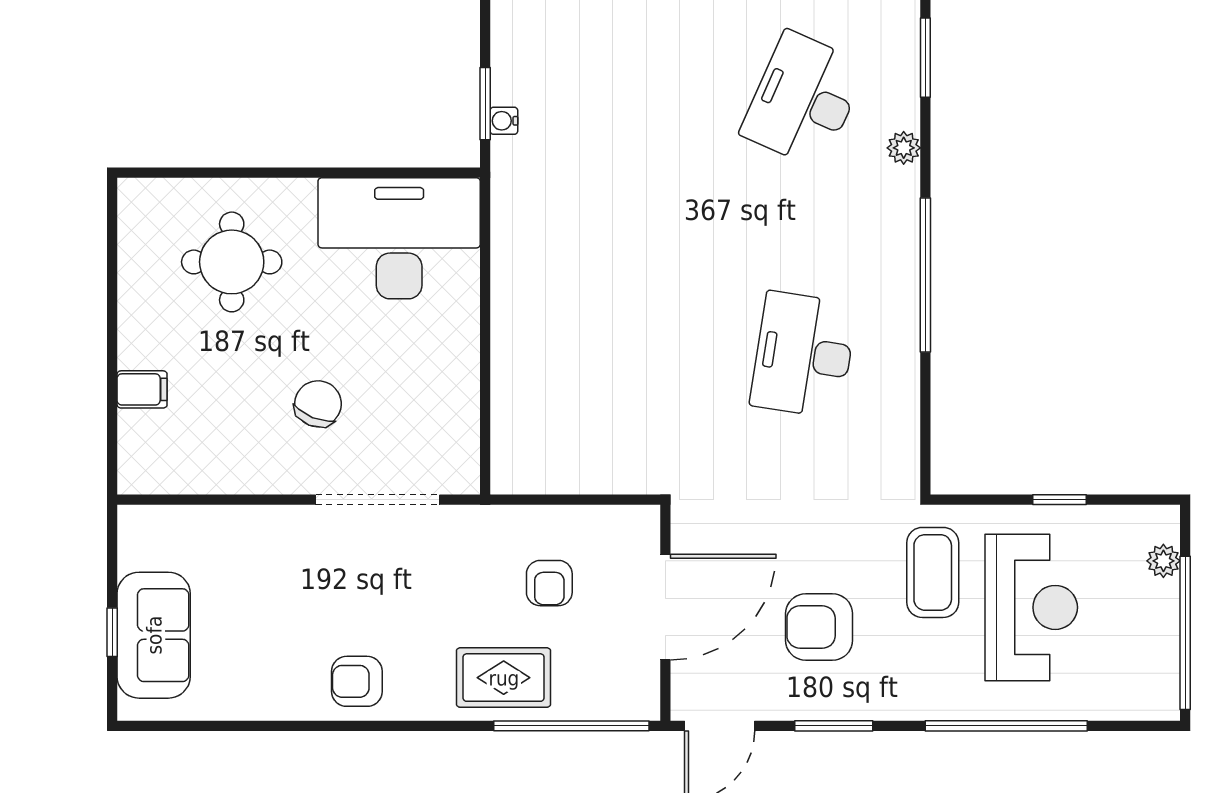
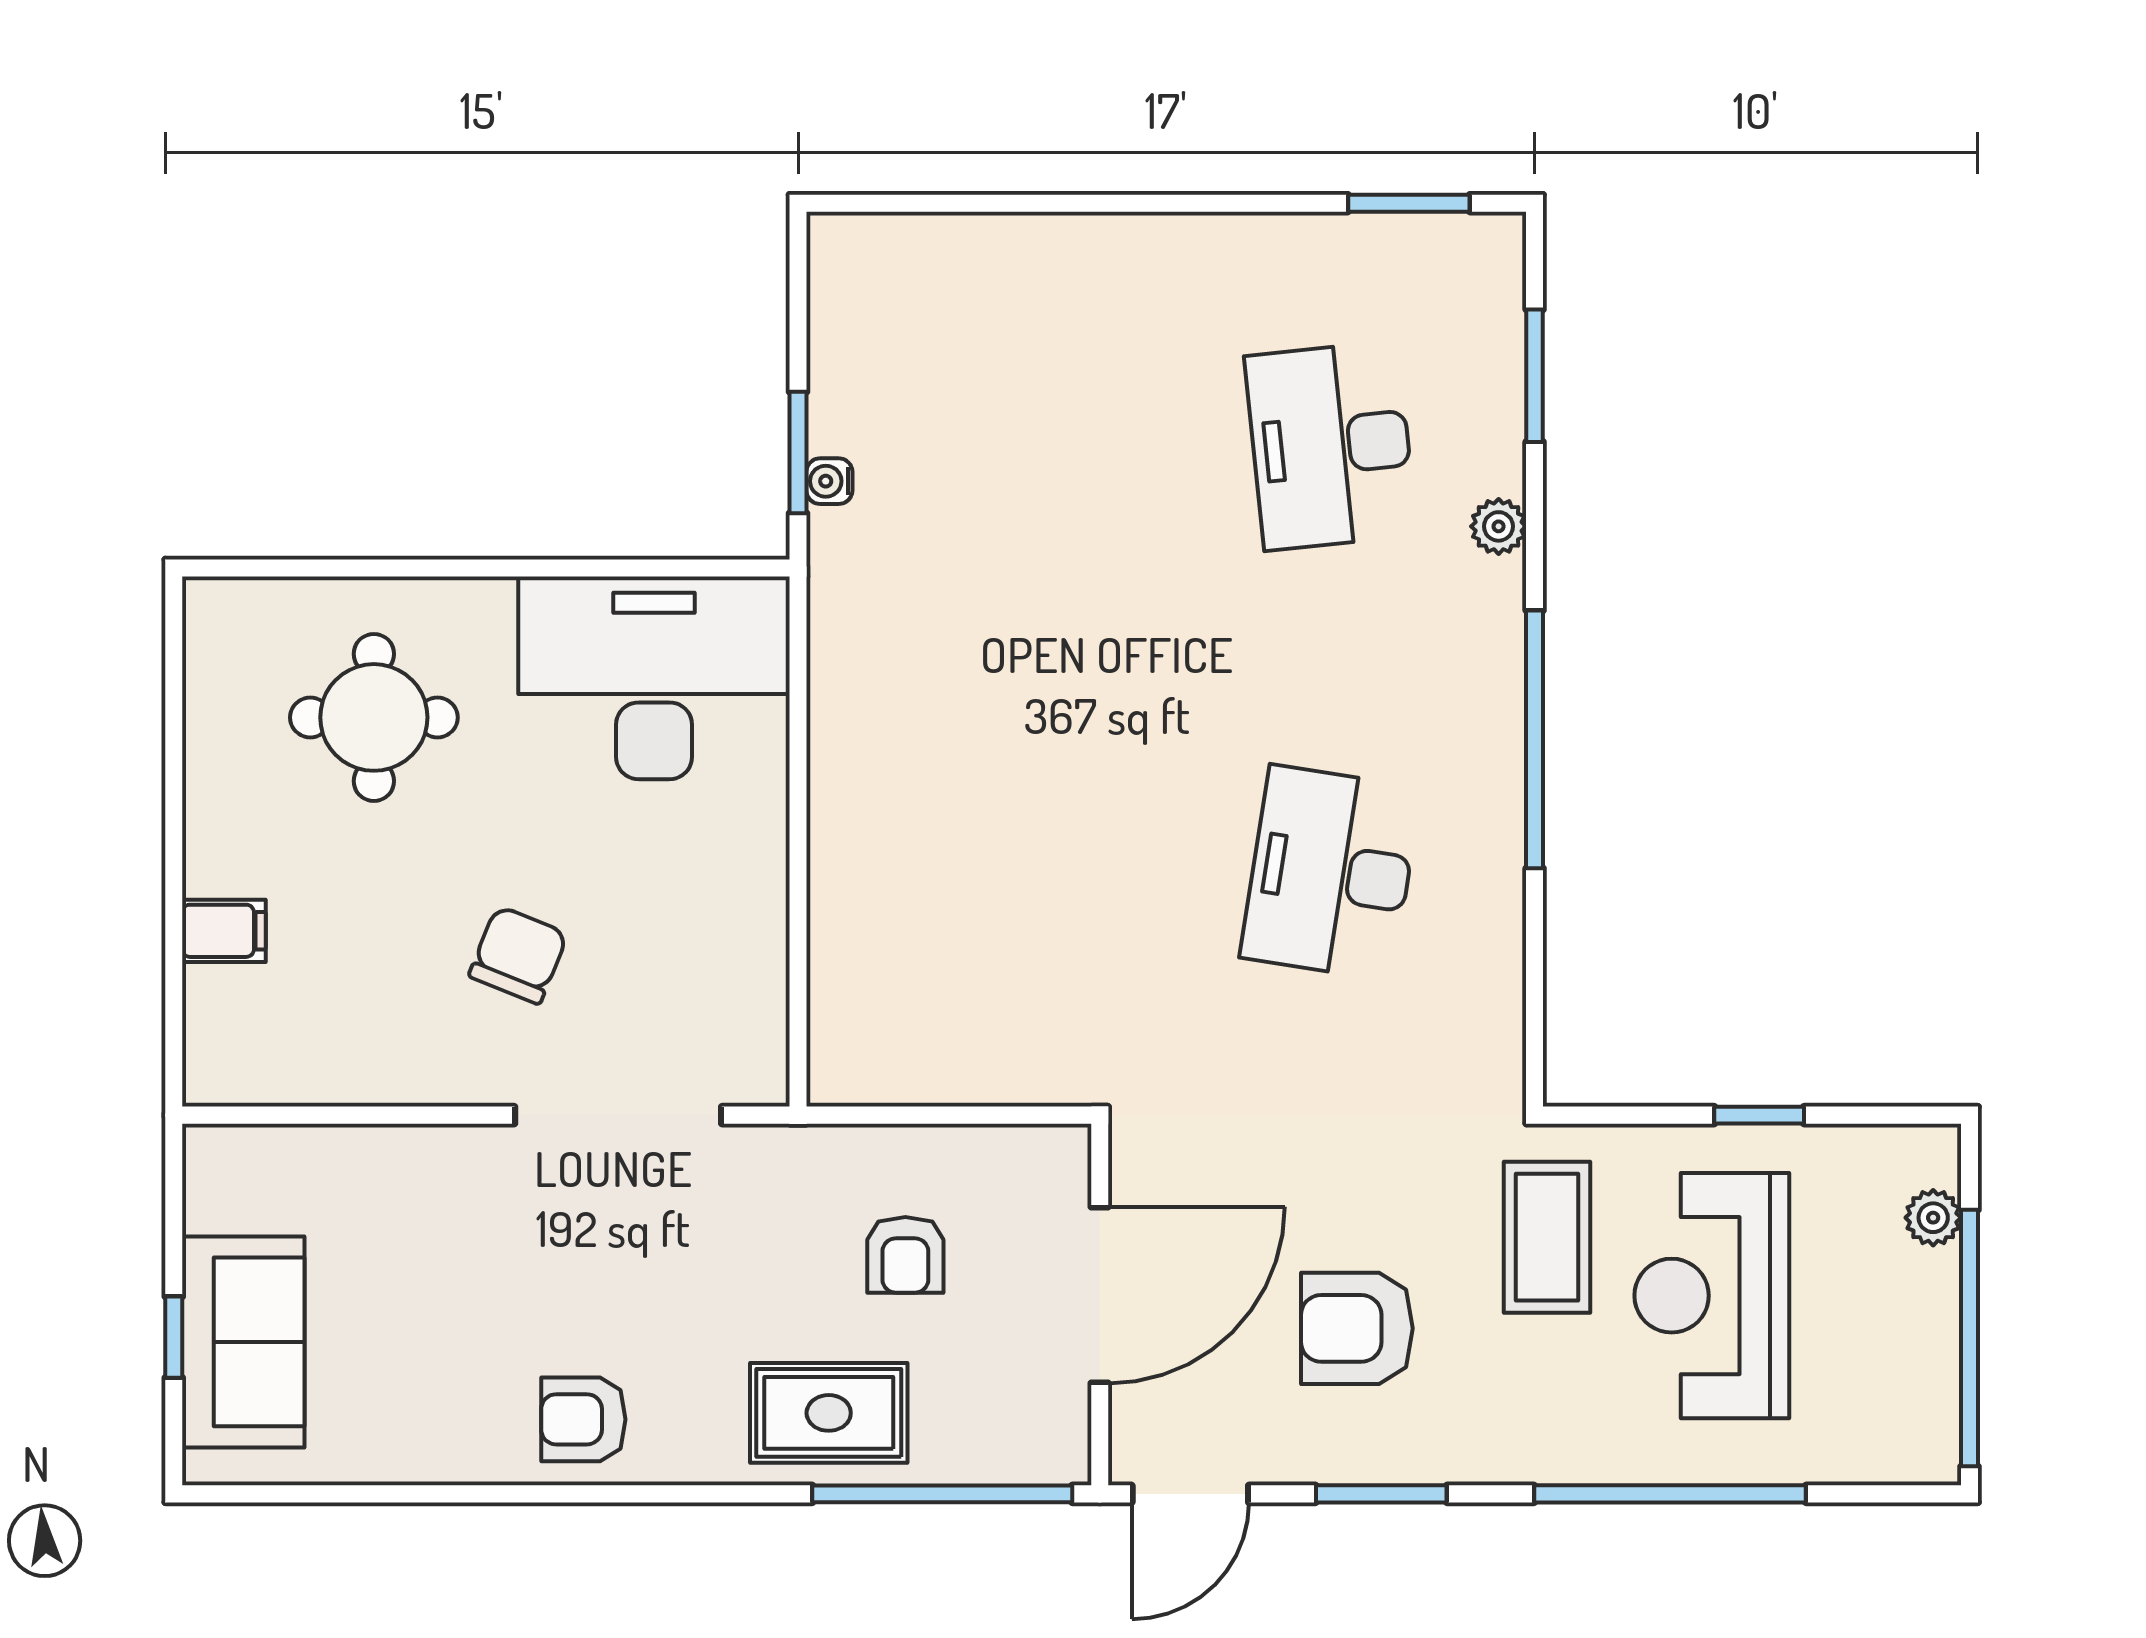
desk: (804, 100) -> (1331, 446), turned -30
reception desk: (1031, 607) -> (1712, 1296), turned 180

